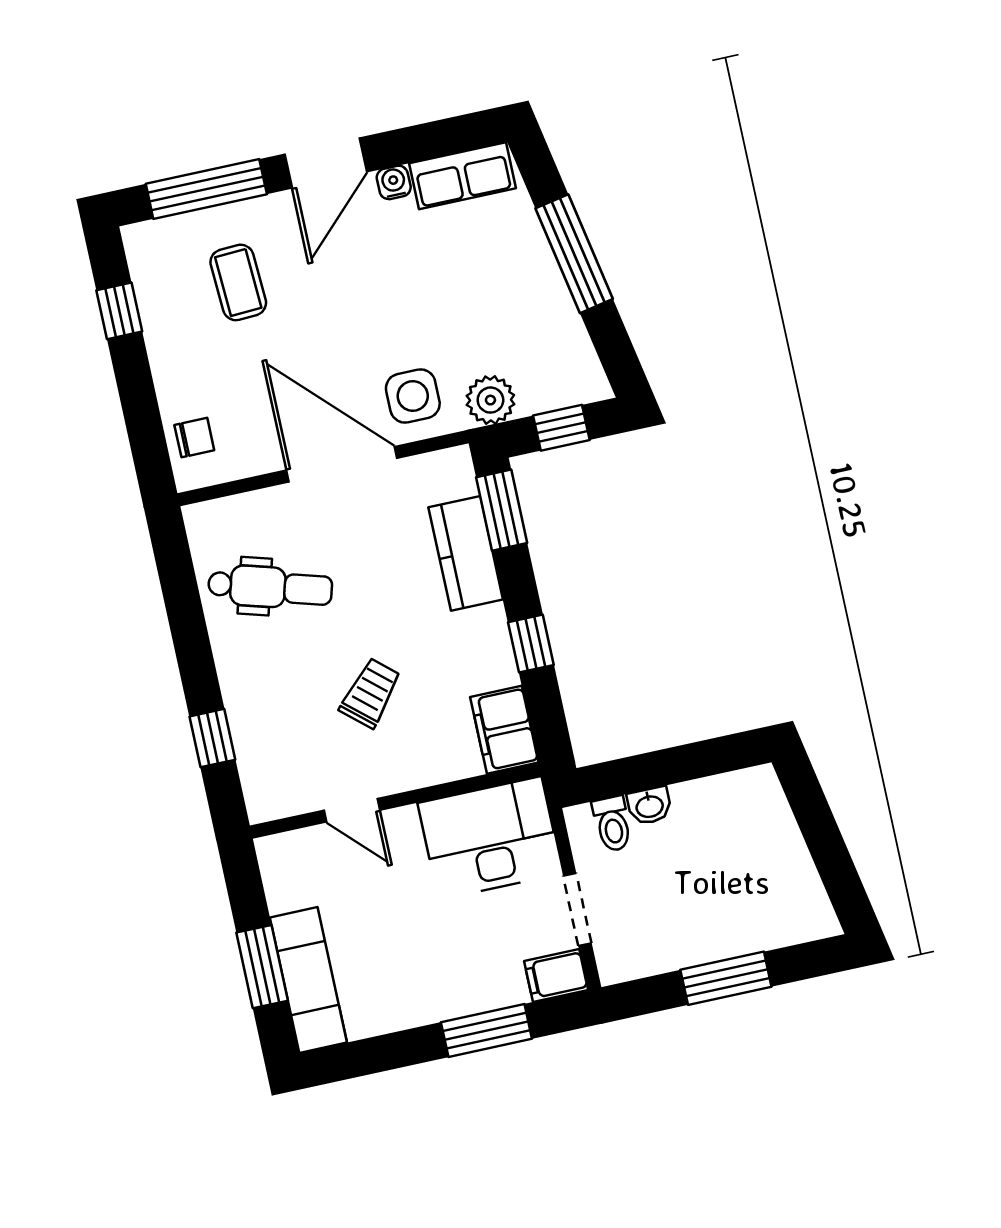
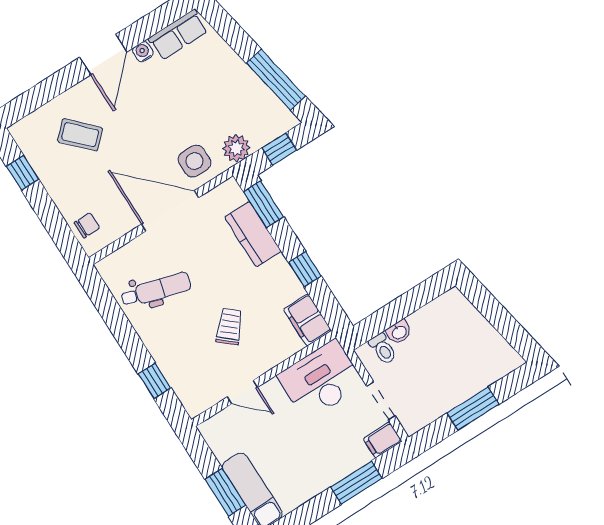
window: (206, 189) -> (45, 91), removed
window: (574, 254) -> (276, 80), moved
coffee table: (238, 282) -> (80, 135), turned -41

